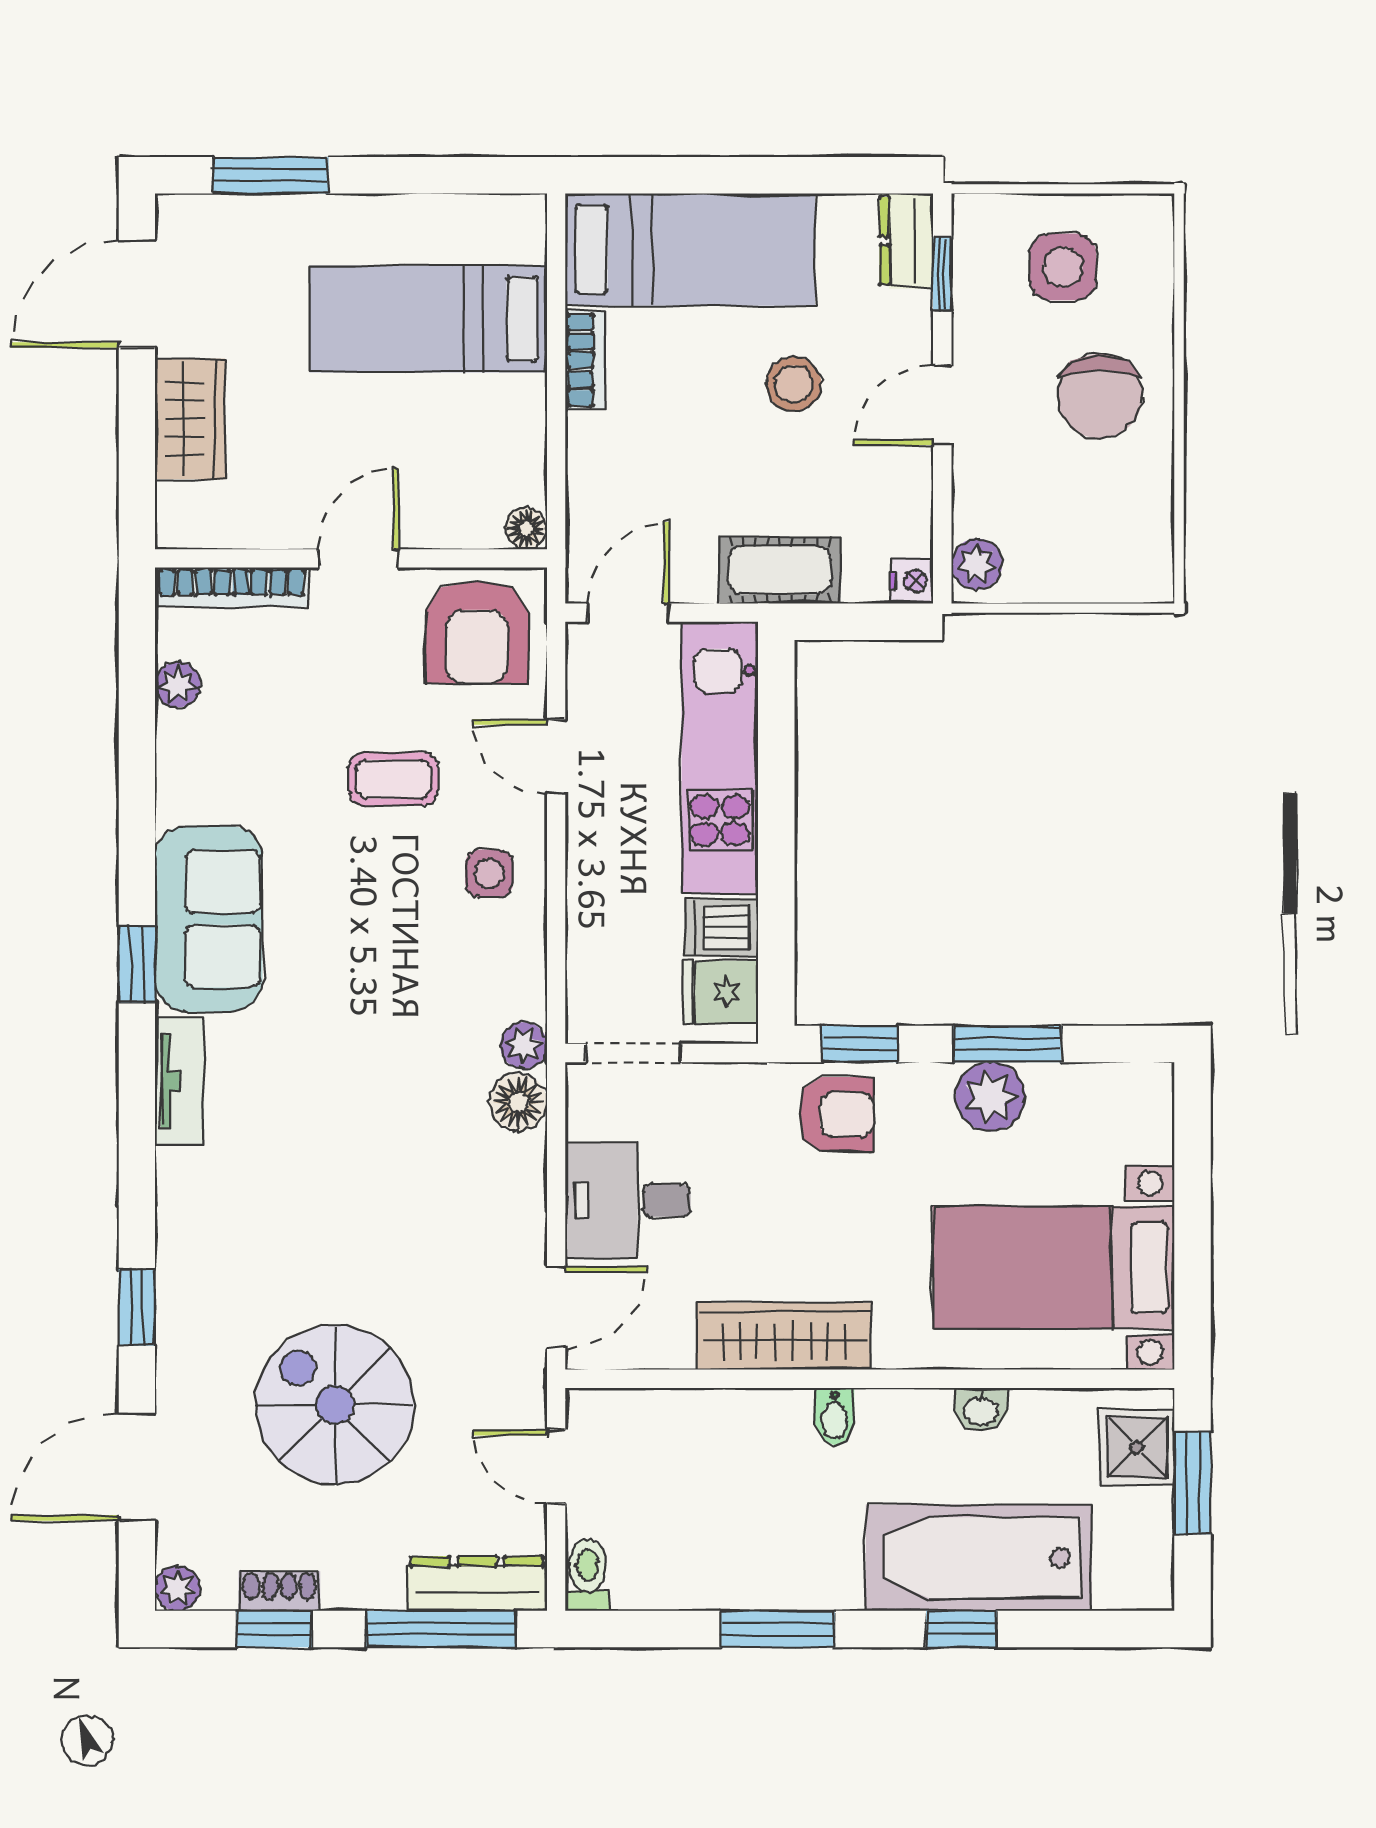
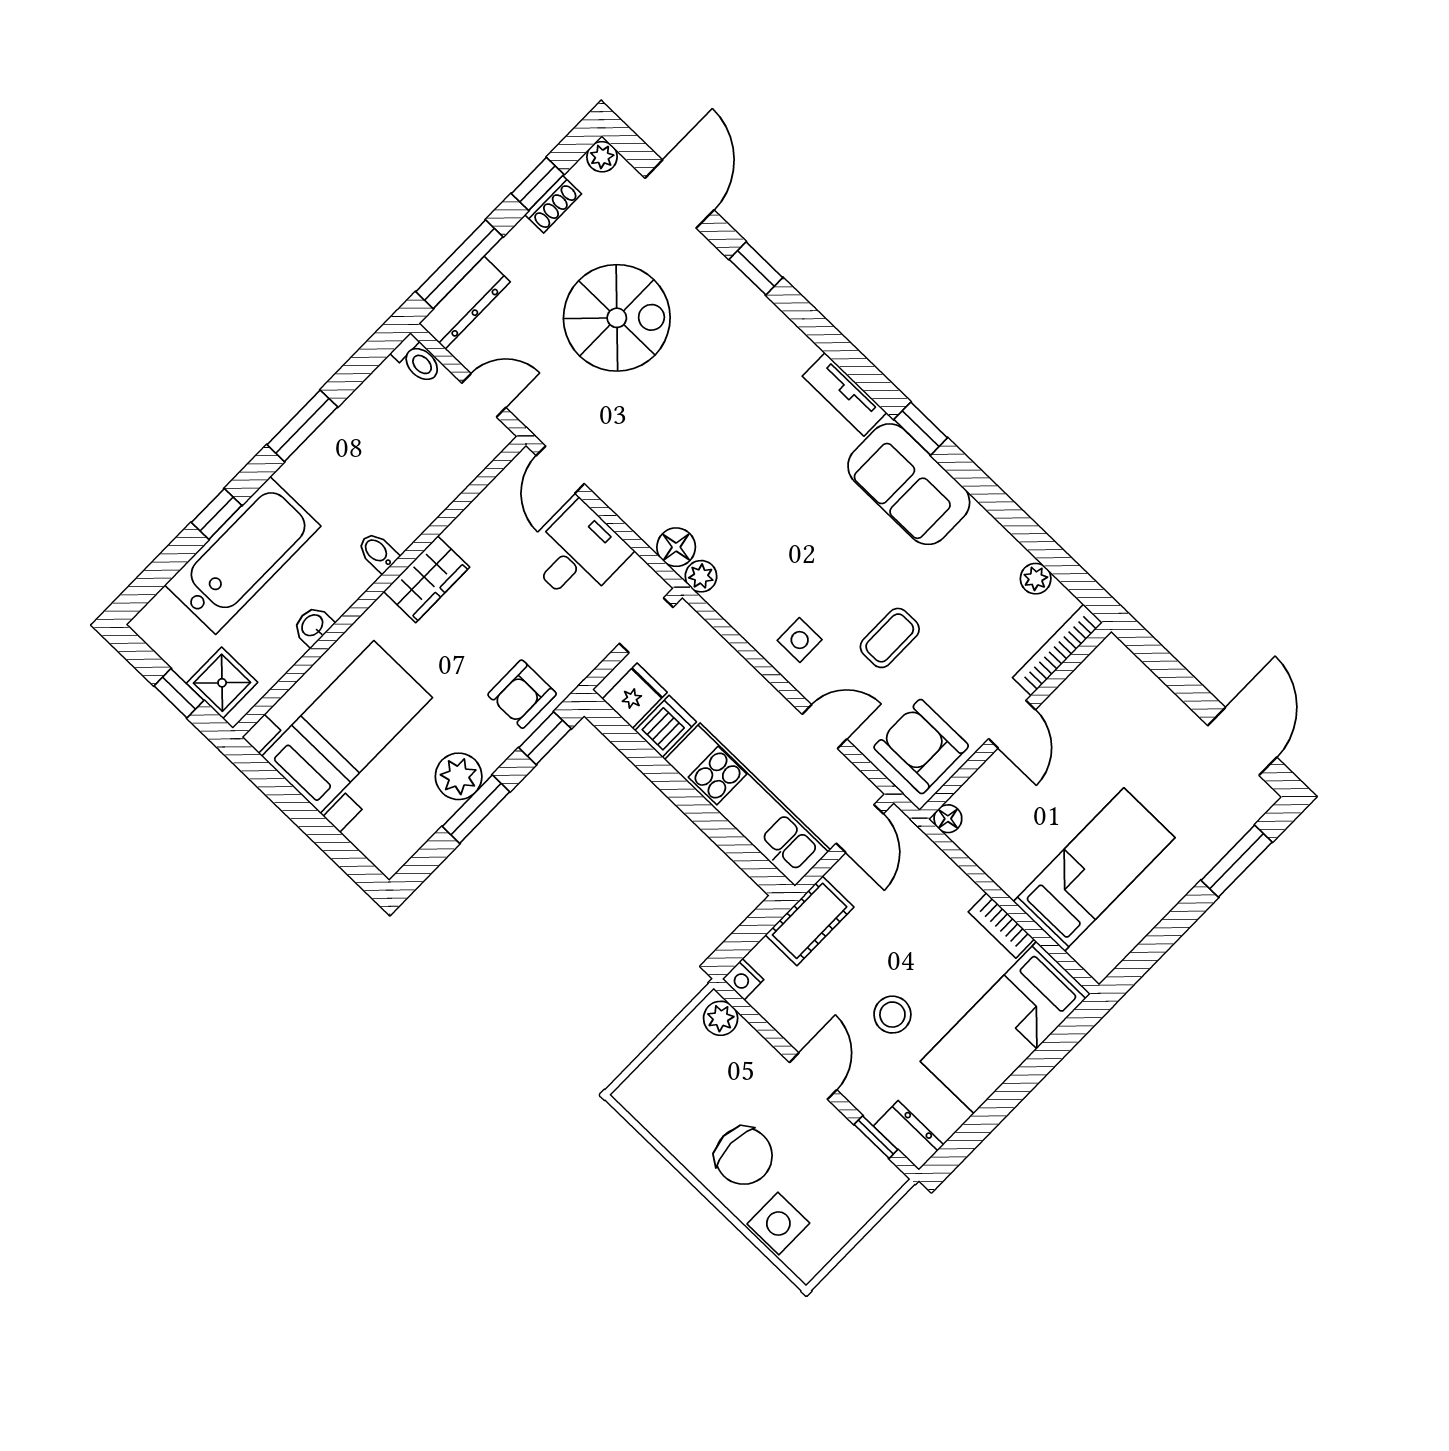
side table: (1063, 267) -> (778, 1224), moved
chair: (1100, 396) -> (744, 1156), turned 180
wardrobe: (190, 419) -> (1157, 708), removed
wardrobe: (784, 1336) -> (427, 579), width x0.67
window: (1193, 1483) -> (179, 693), width x0.67

